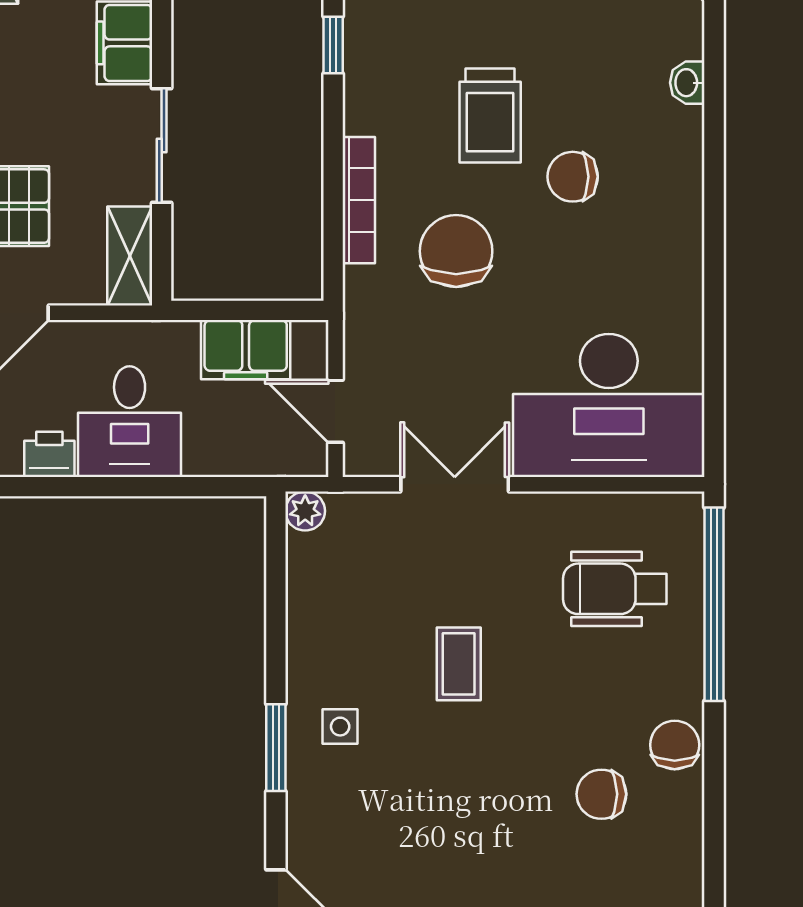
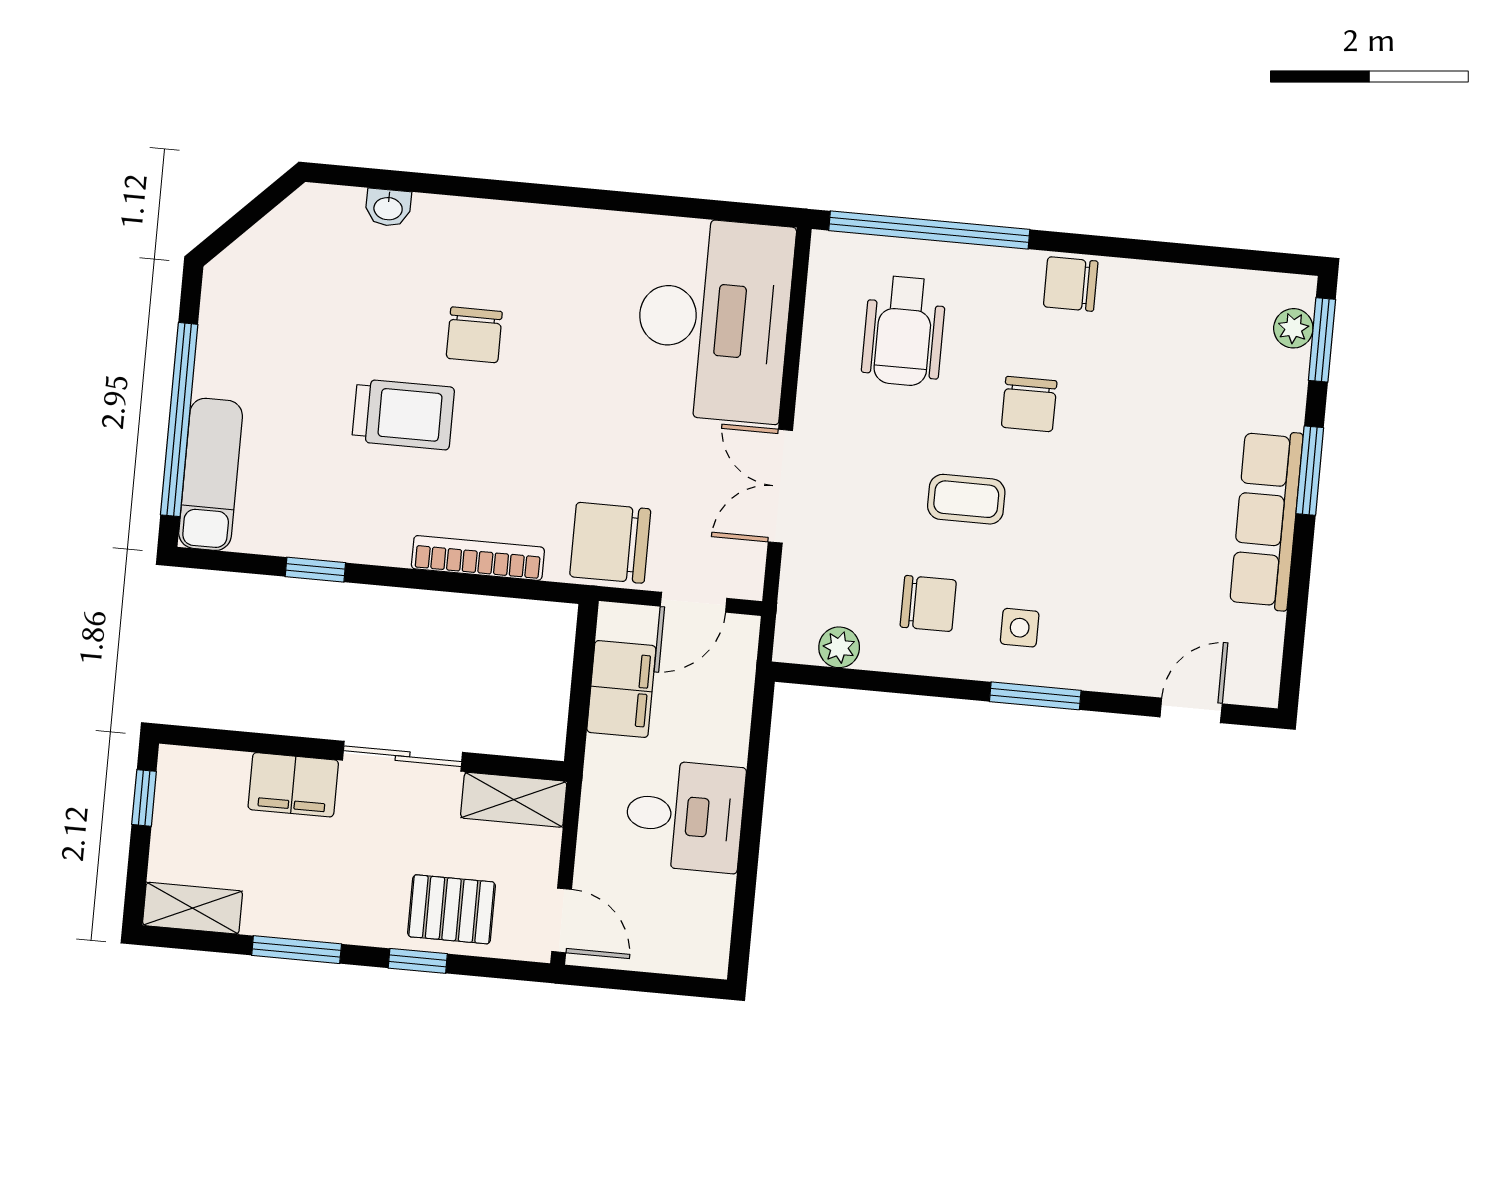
chair: (456, 251) -> (610, 543), moved
printer: (49, 454) -> (711, 902), removed
plant: (305, 511) -> (839, 647), moved
chair: (355, 637) -> (928, 604), added
chair: (601, 794) -> (1029, 404), moved

